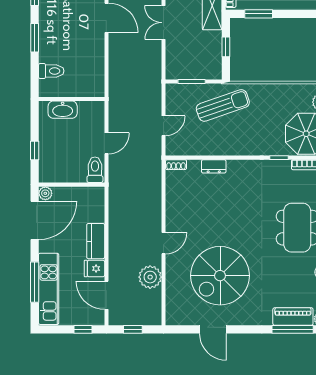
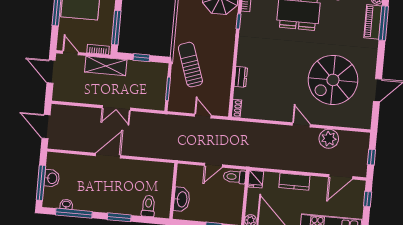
window: (259, 14) -> (116, 28), width x1.44
door: (106, 143) -> (213, 165), swing flipped
fridge: (94, 268) -> (256, 179), moved
spiral stairs: (220, 276) -> (333, 80), turned 90

